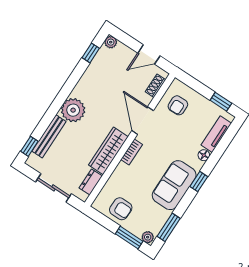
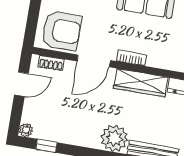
door: (149, 54) -> (21, 84), hinge flipped
armchair: (178, 105) -> (61, 31), width x1.88, depth x1.88

